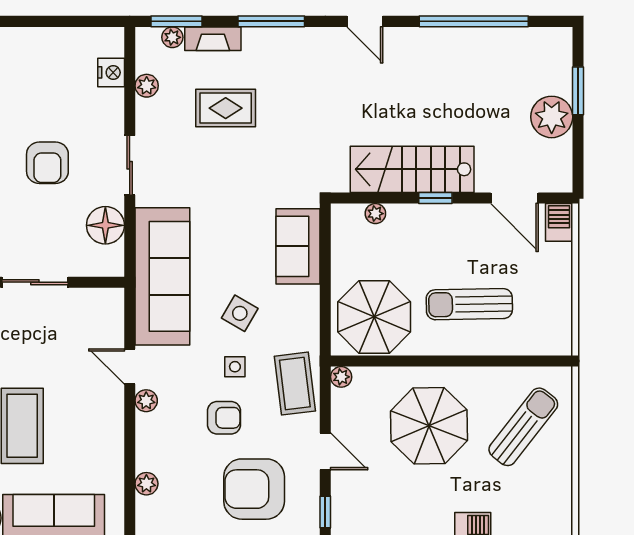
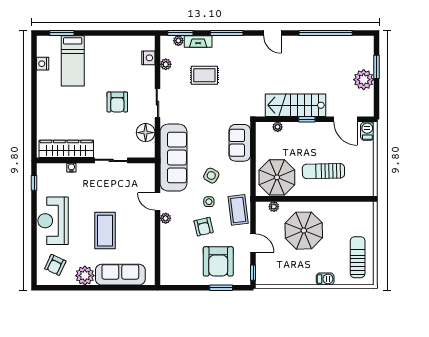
plant: (341, 377) -> (274, 207), moved
armchair: (224, 418) -> (204, 227), turned 77
sun lounger: (523, 427) -> (358, 257), moved, turned -38
plant: (146, 484) -> (166, 259), removed
armchair: (254, 489) -> (218, 261), turned -90

